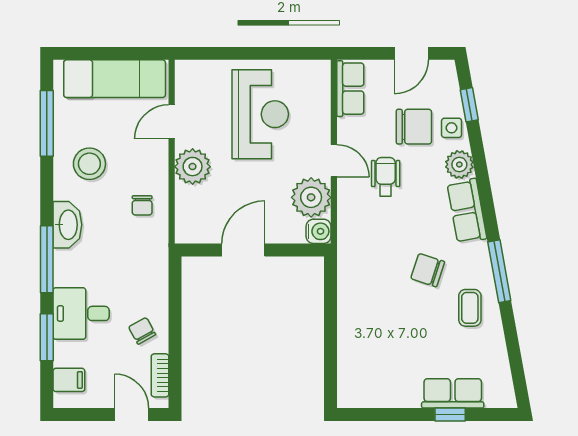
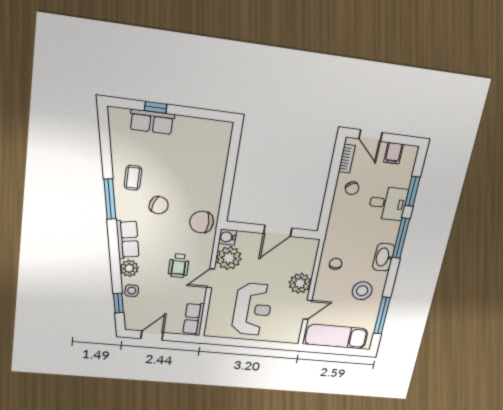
reception desk: (260, 114) -> (252, 309), turned 180
chair: (414, 127) -> (202, 222), moved
door: (334, 161) -> (211, 278), hinge flipped
filing cabinet: (69, 380) -> (394, 153), moved, turned -90

